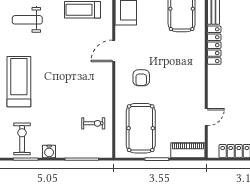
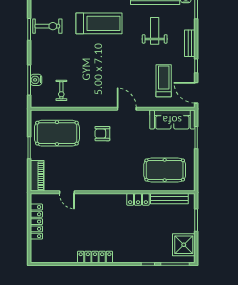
locker: (214, 45) -> (138, 199), width x0.66
water cooler: (49, 151) -> (36, 80), moved

